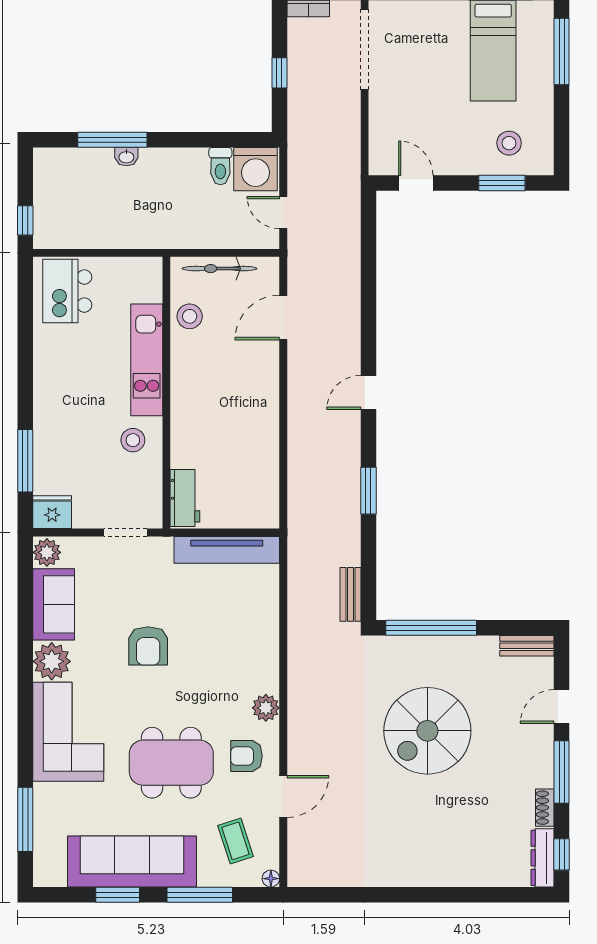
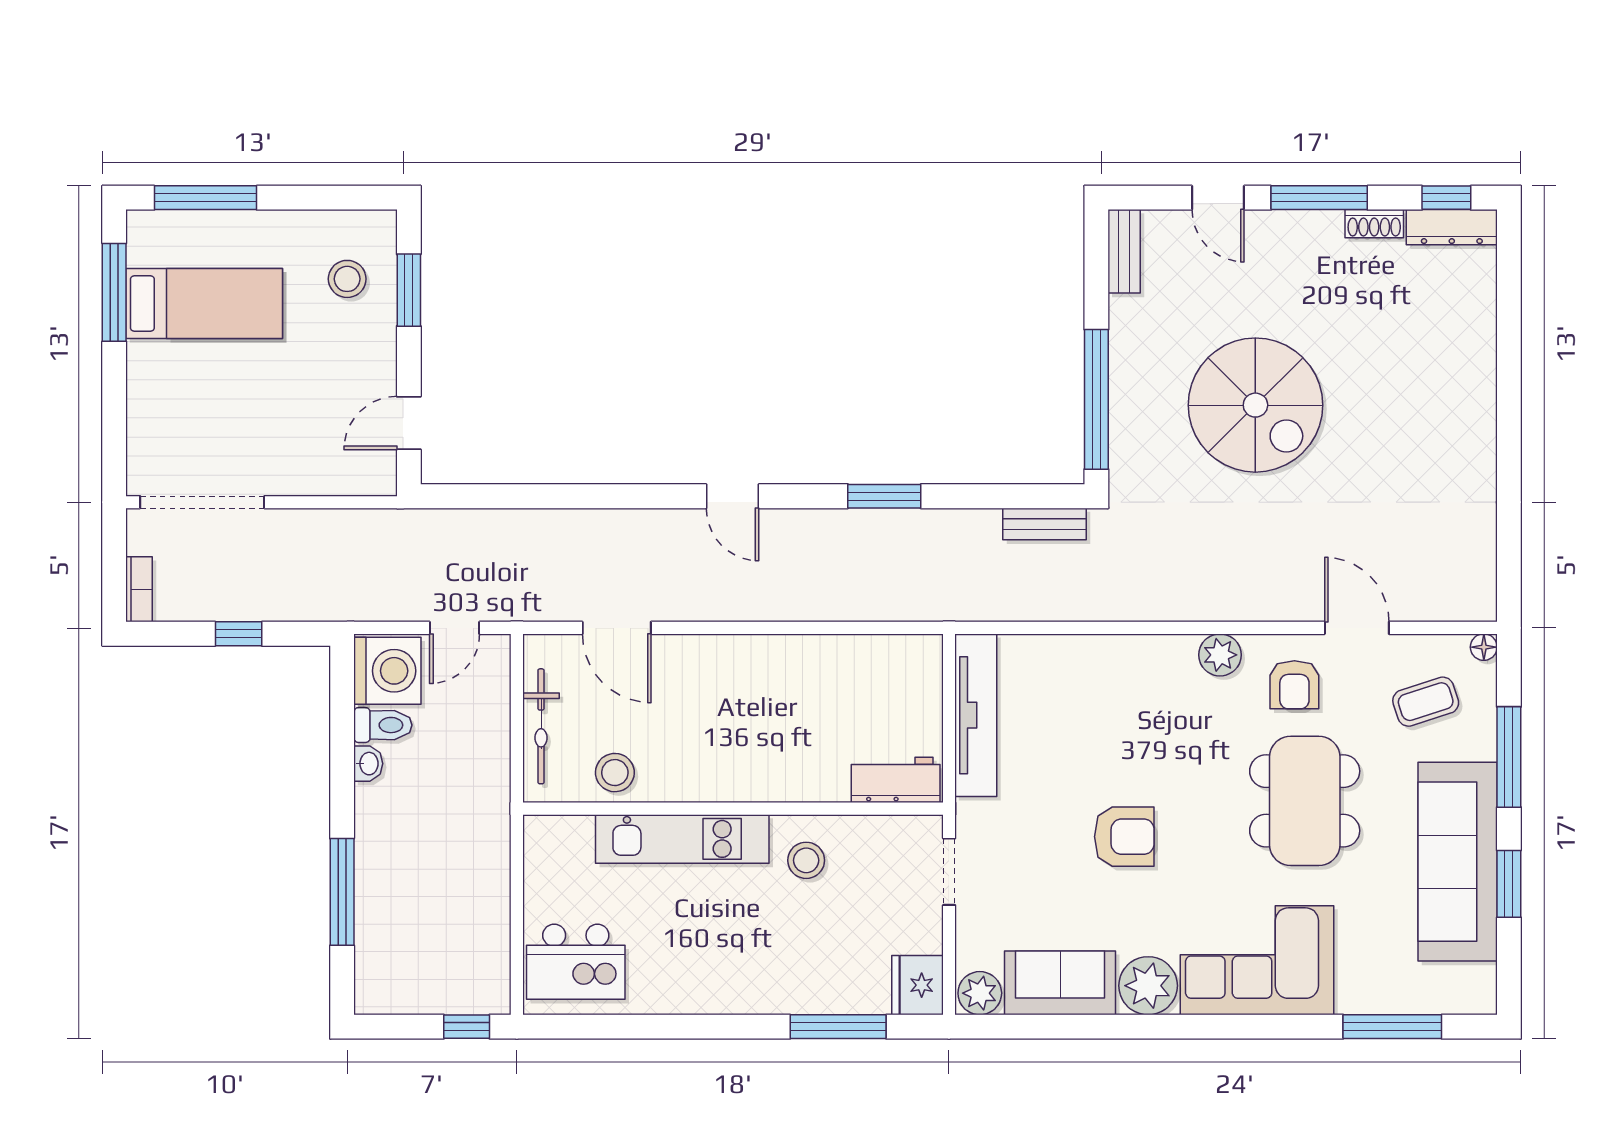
washbasin: (126, 157) -> (368, 764), moved

